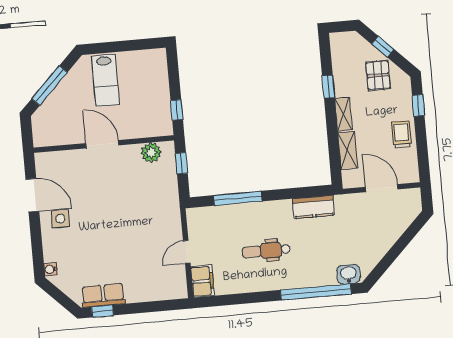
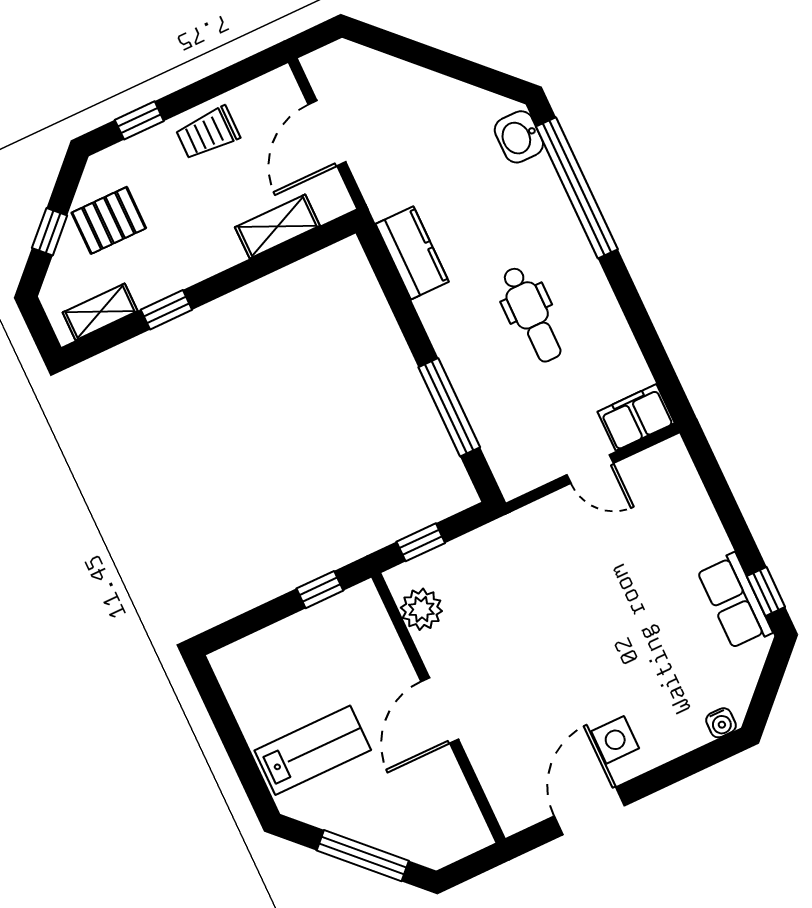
shelving: (343, 114) -> (100, 312), moved

